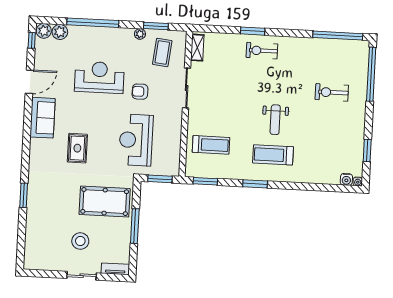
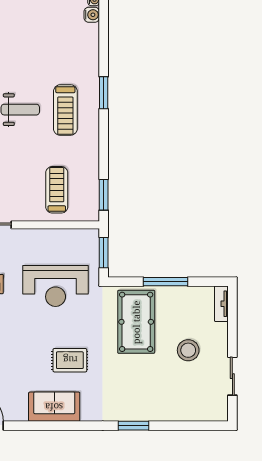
sofa: (43, 118) -> (54, 407), moved
window: (255, 184) -> (104, 93), moved
sliding door: (82, 276) -> (232, 376), moved

